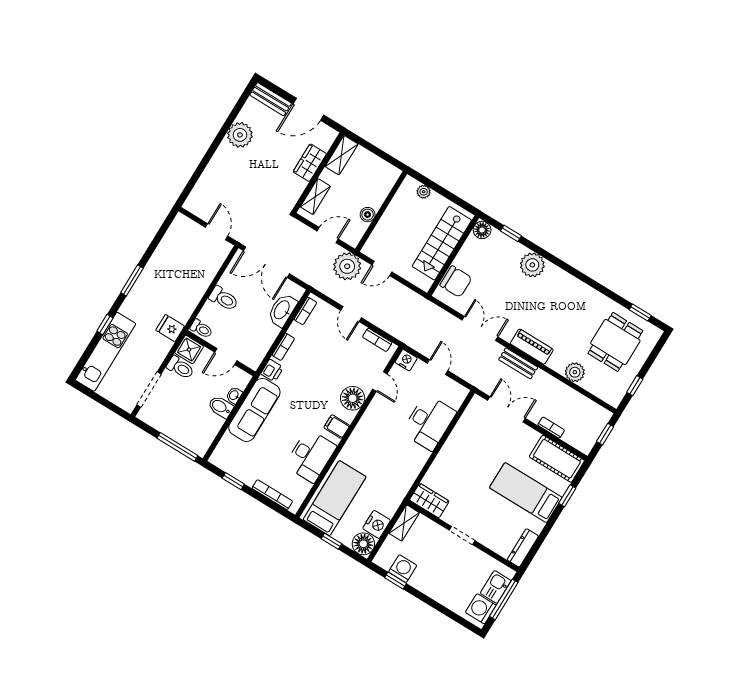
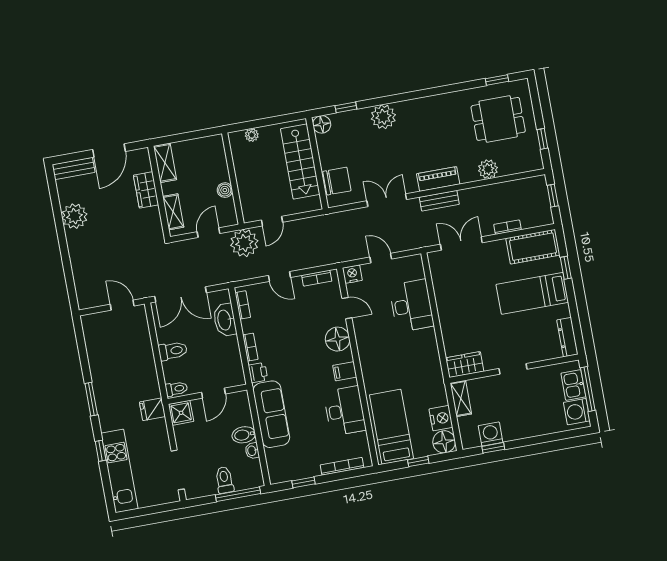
dining table: (615, 342) -> (498, 119), turned 90
toilet: (180, 368) -> (224, 480), moved, turned -90
washbasin: (234, 395) -> (252, 451), moved

